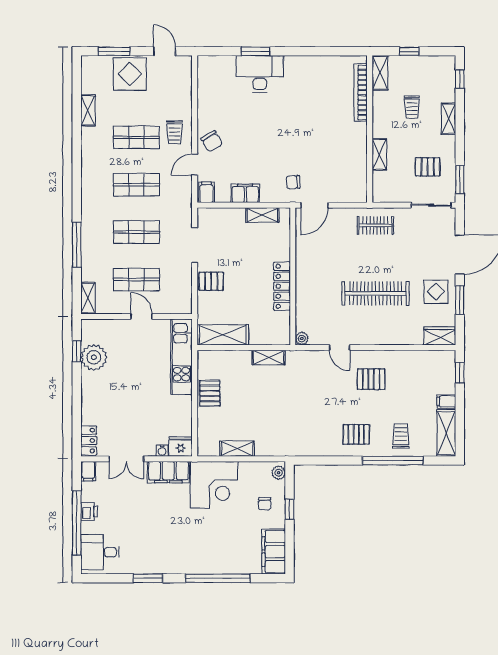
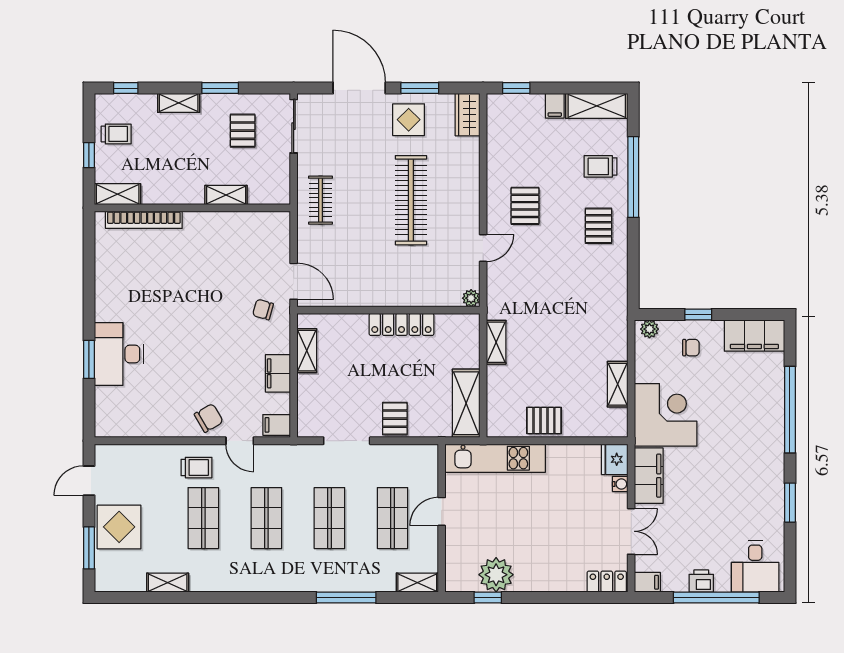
trolley: (412, 107) -> (116, 134), moved
window: (460, 180) -> (220, 88), moved
chair: (293, 182) -> (263, 309), turned 109

